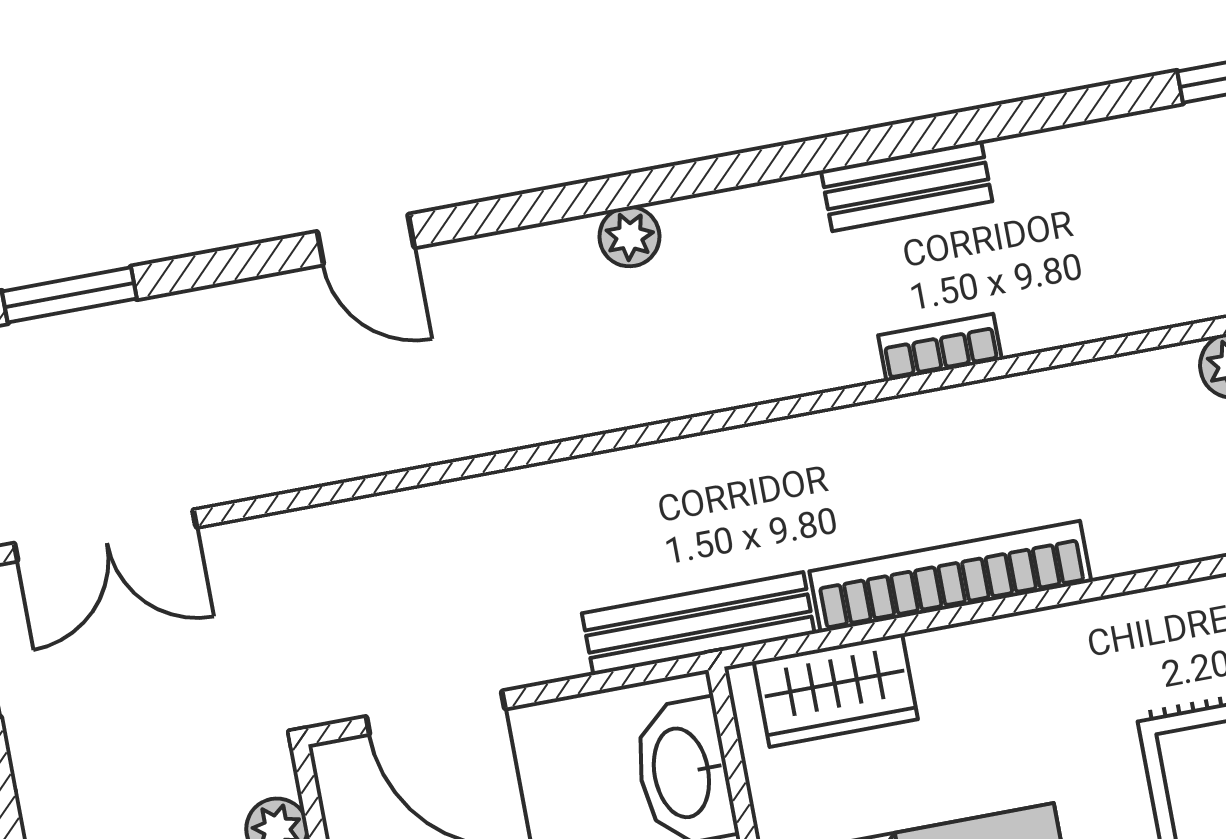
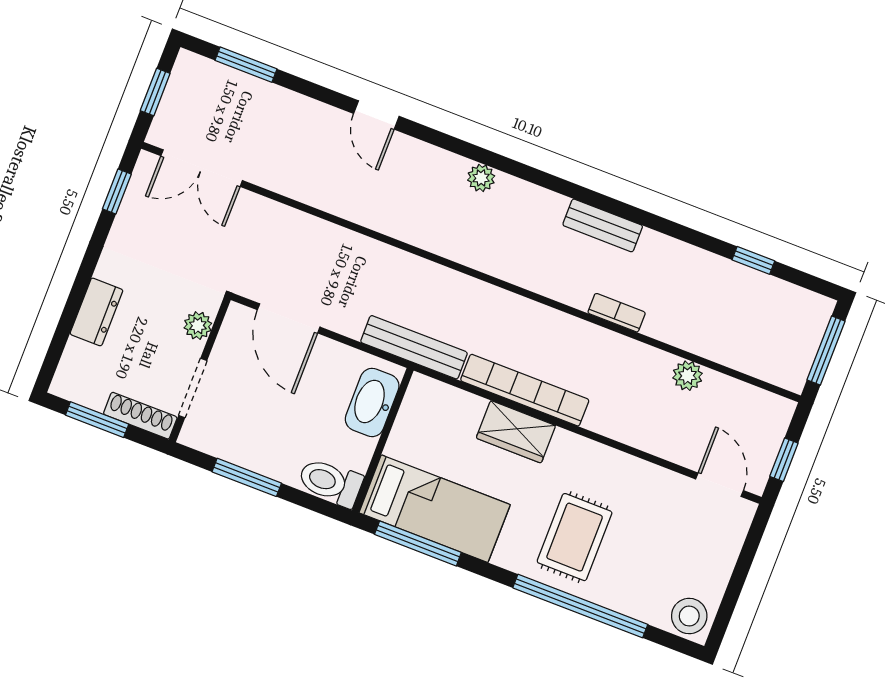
bookcase: (940, 347) -> (617, 313), moved
wardrobe: (836, 690) -> (516, 432), moved

